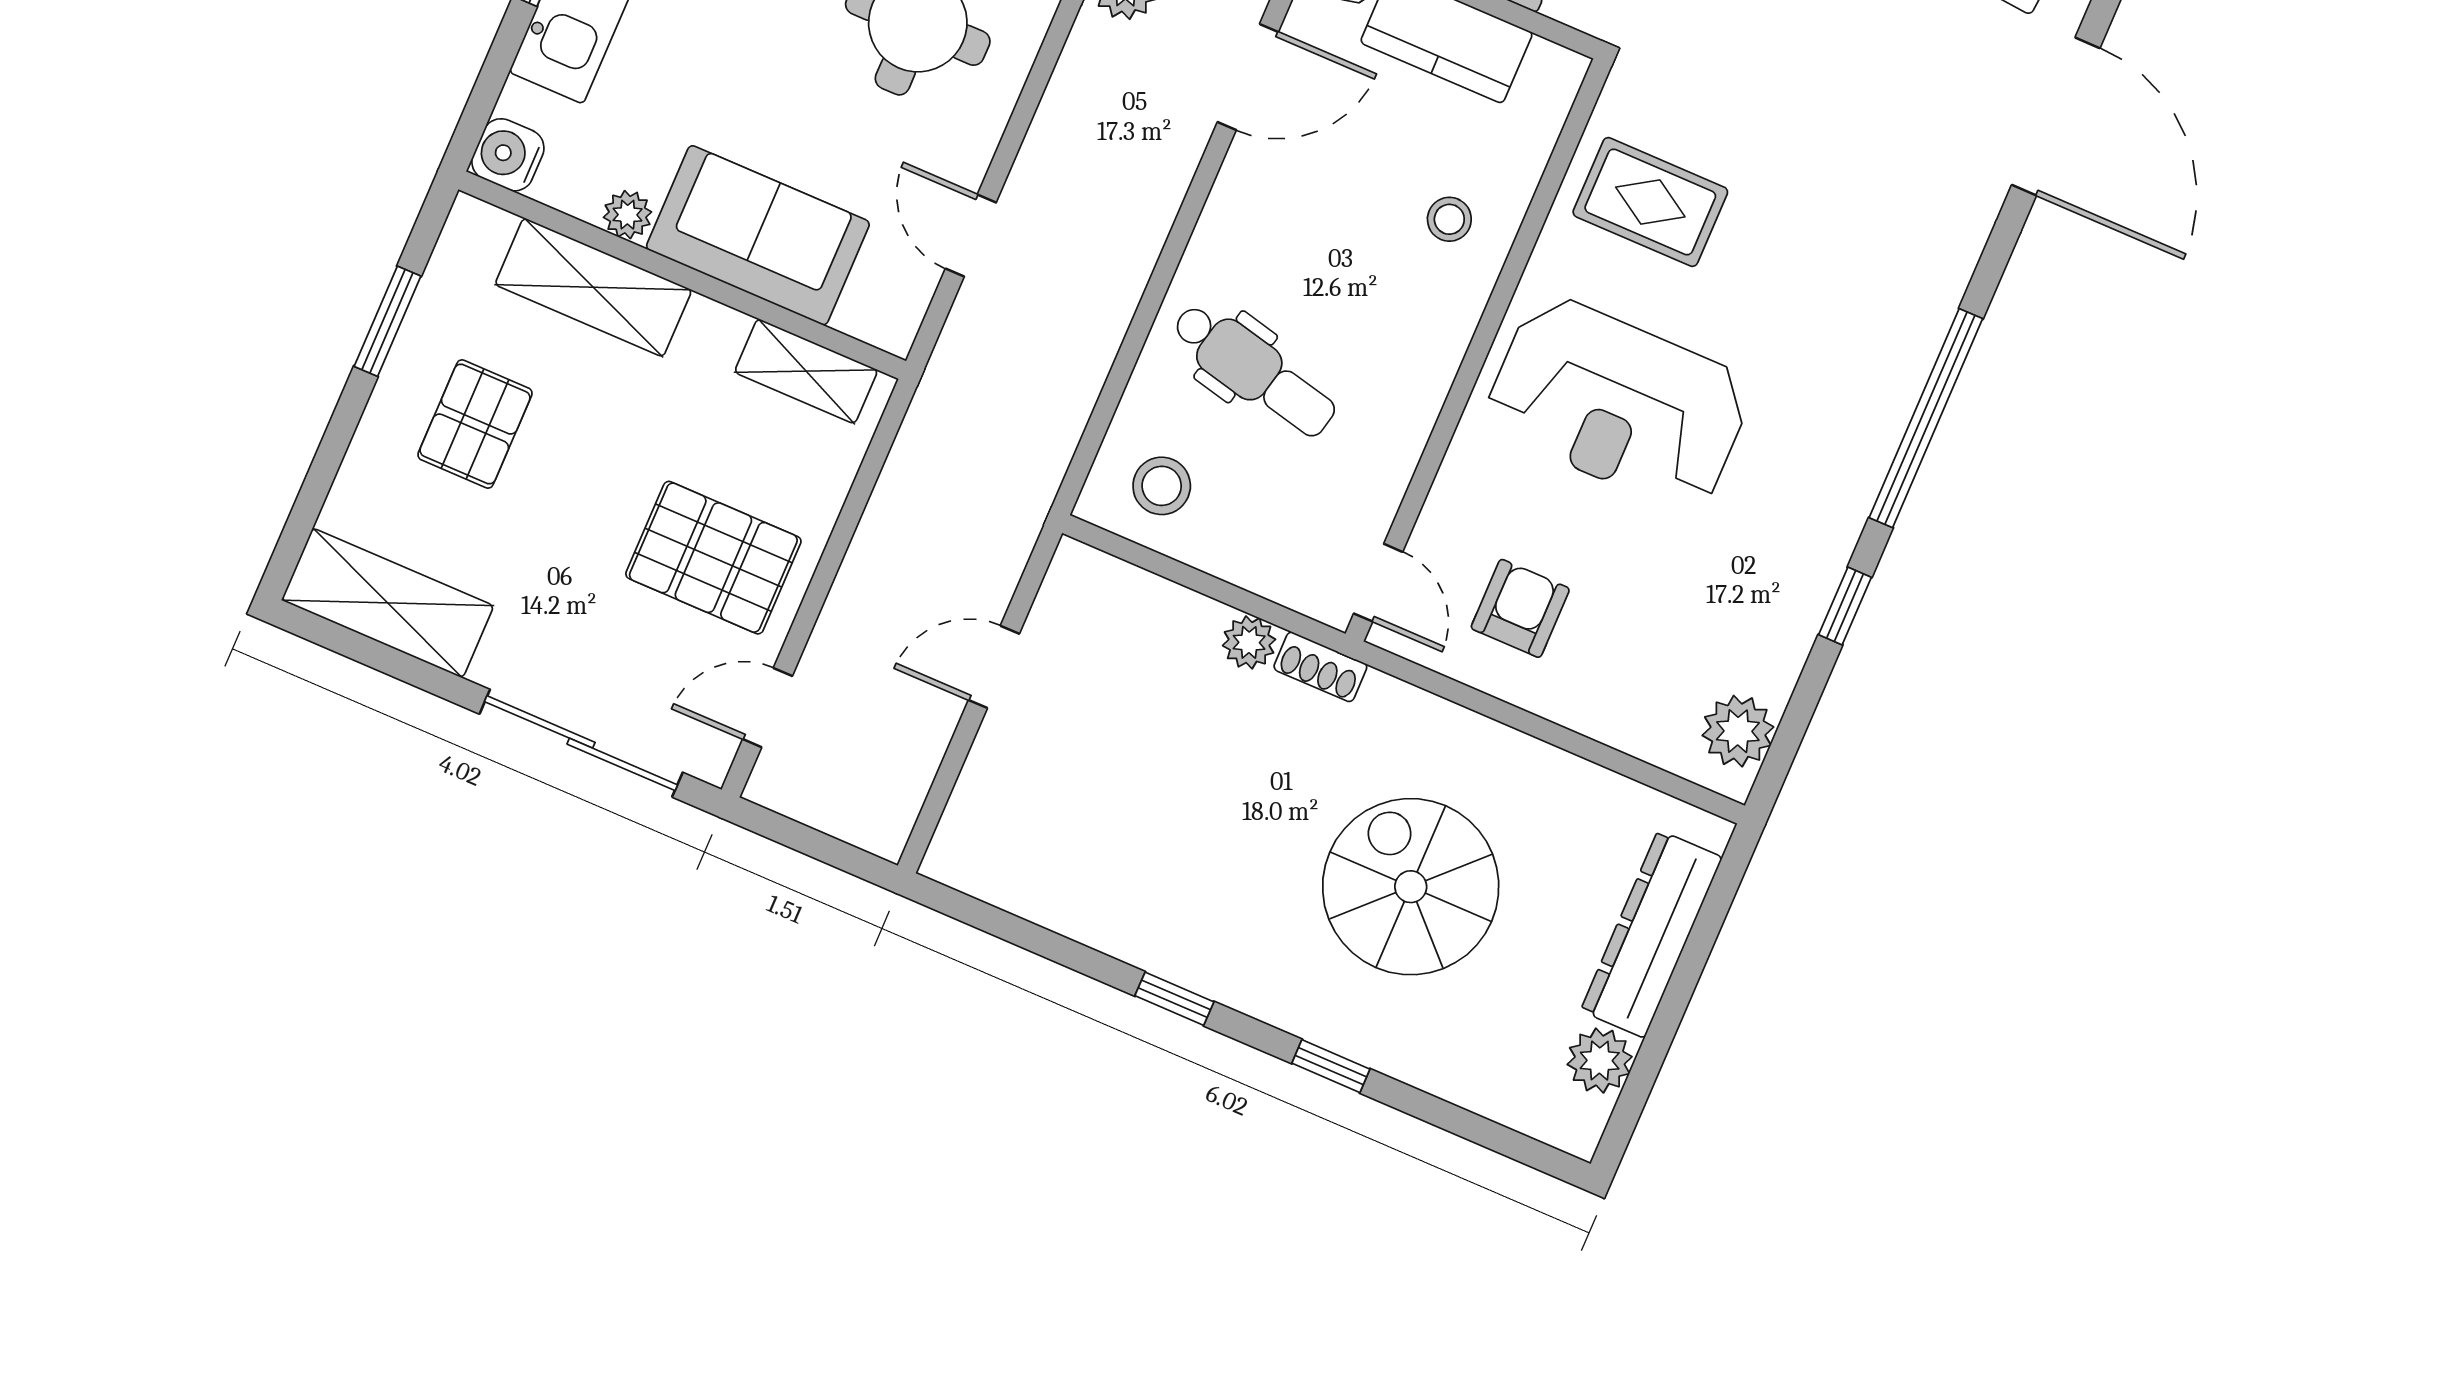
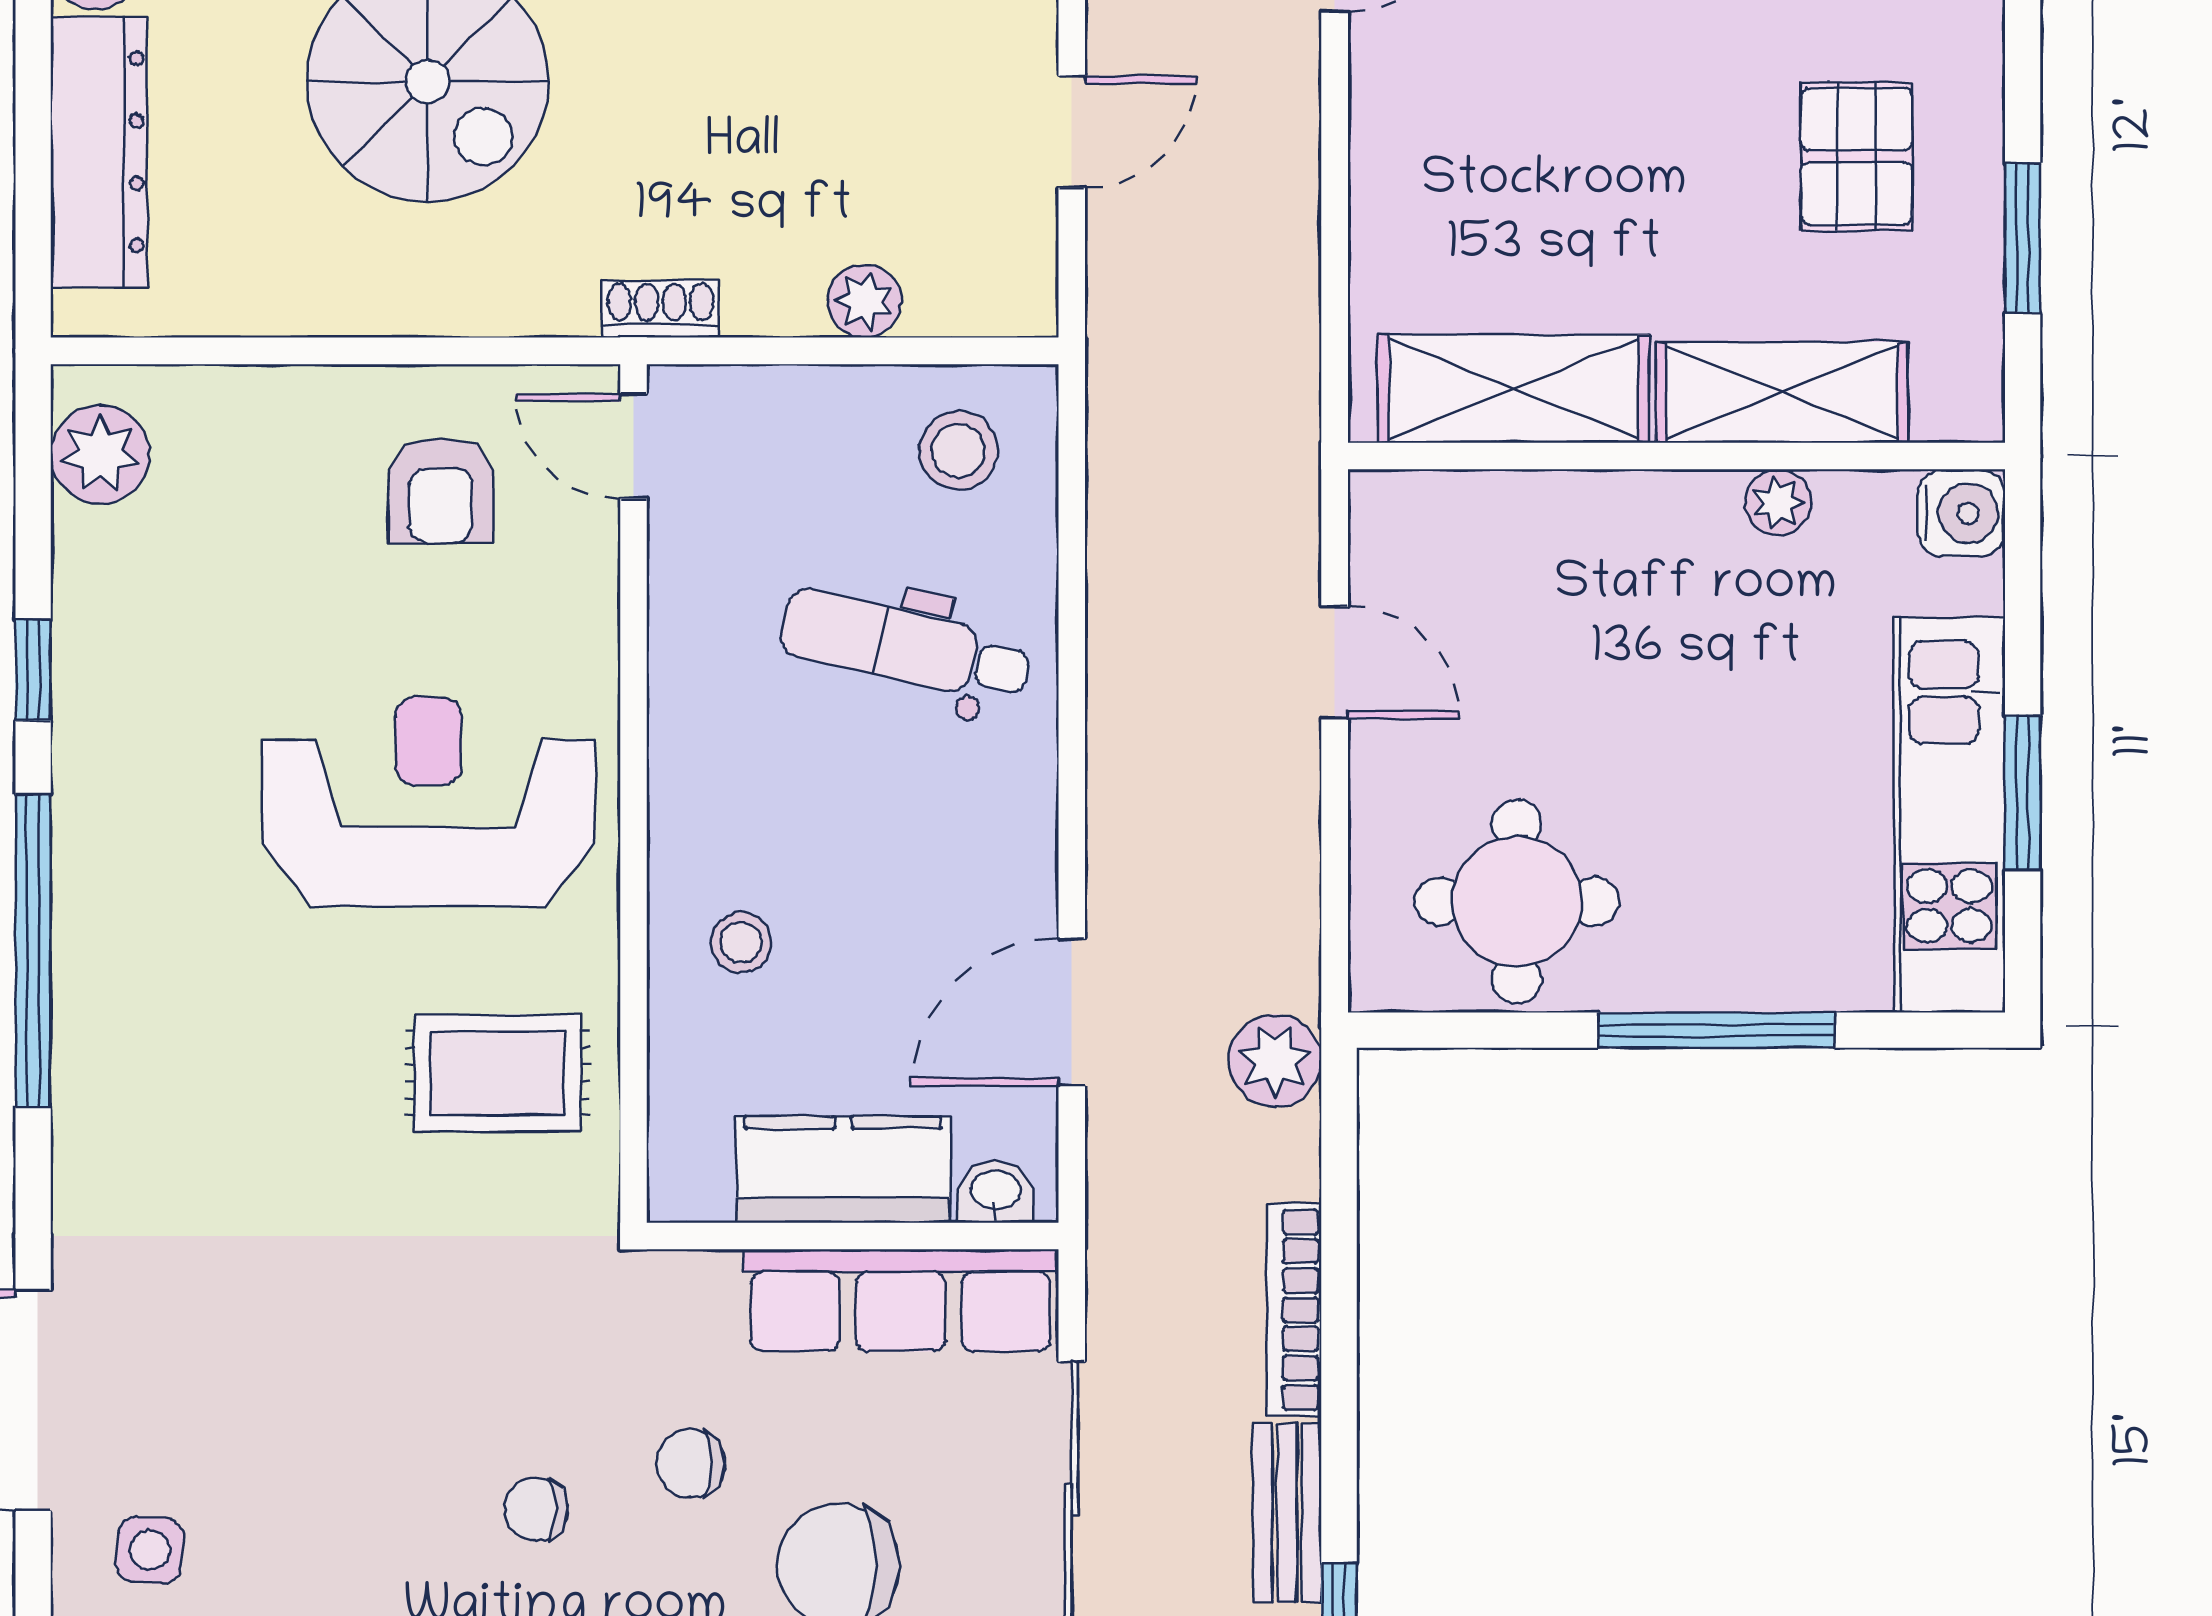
sofa: (758, 235) -> (1603, 547), removed
shelving: (806, 371) -> (1514, 389), width x1.50, depth x1.33
pallet: (713, 558) -> (1484, 117), removed
plant: (1249, 642) -> (865, 301), moved

